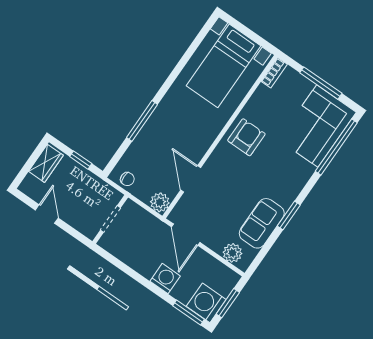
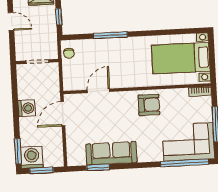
plant: (160, 202) -> (70, 83), removed
door: (47, 214) -> (11, 21), hinge flipped
window: (289, 215) -> (98, 167), moved
sofa: (262, 223) -> (111, 153), width x1.36
plant: (232, 253) -> (74, 150), removed
washing machine: (165, 279) -> (27, 108), moved

